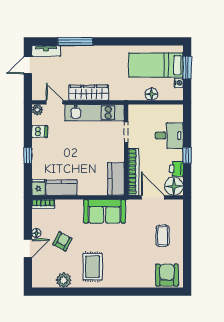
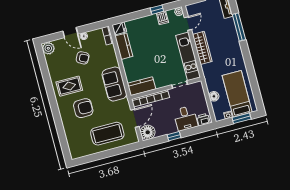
window: (28, 155) -> (157, 10), moved
printer: (176, 169) -> (203, 120), moved
coffee table: (163, 236) -> (107, 134), width x1.86, depth x1.72
armchair: (167, 275) -> (83, 108), moved
plant: (64, 280) -> (48, 48), moved

